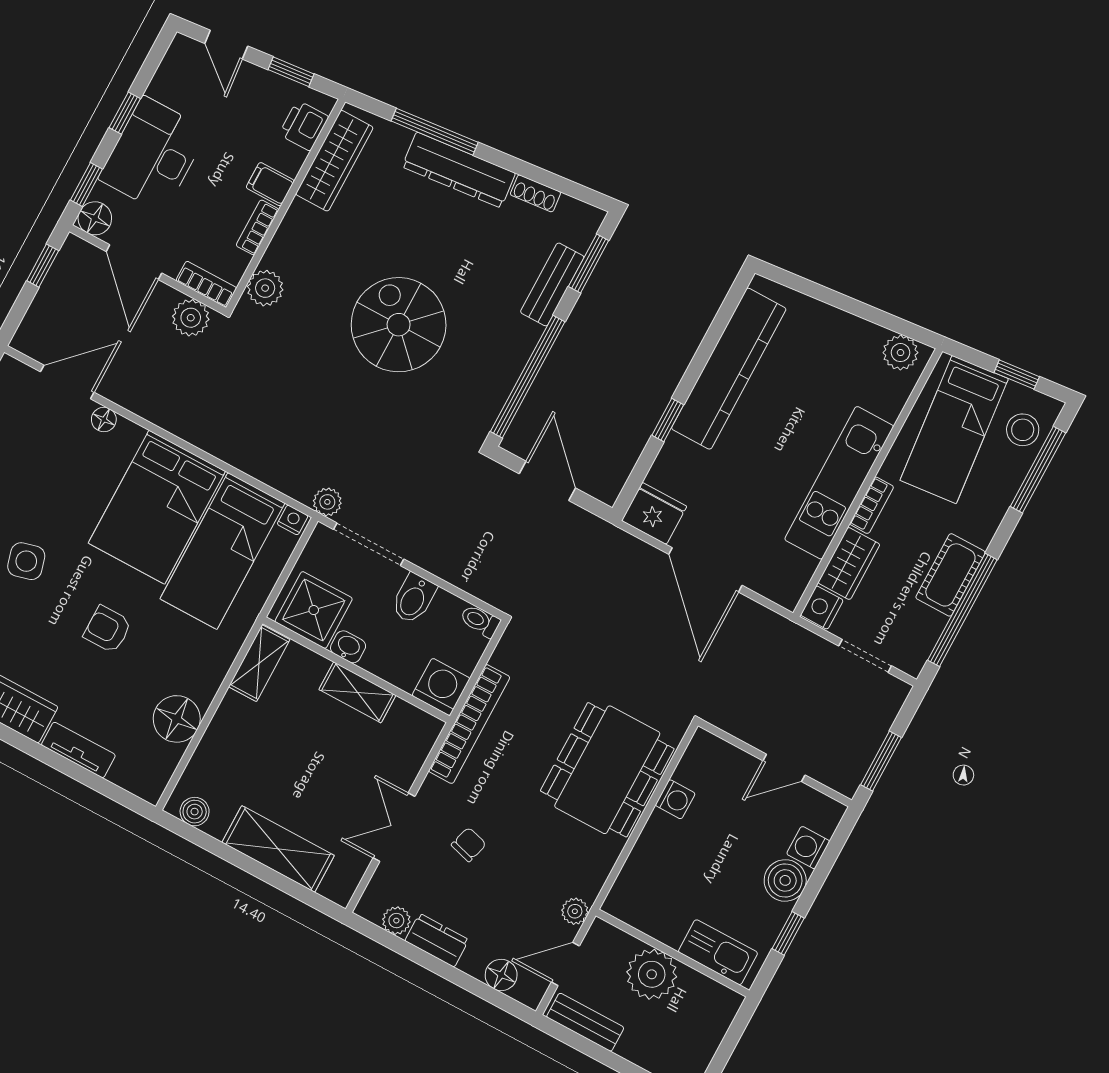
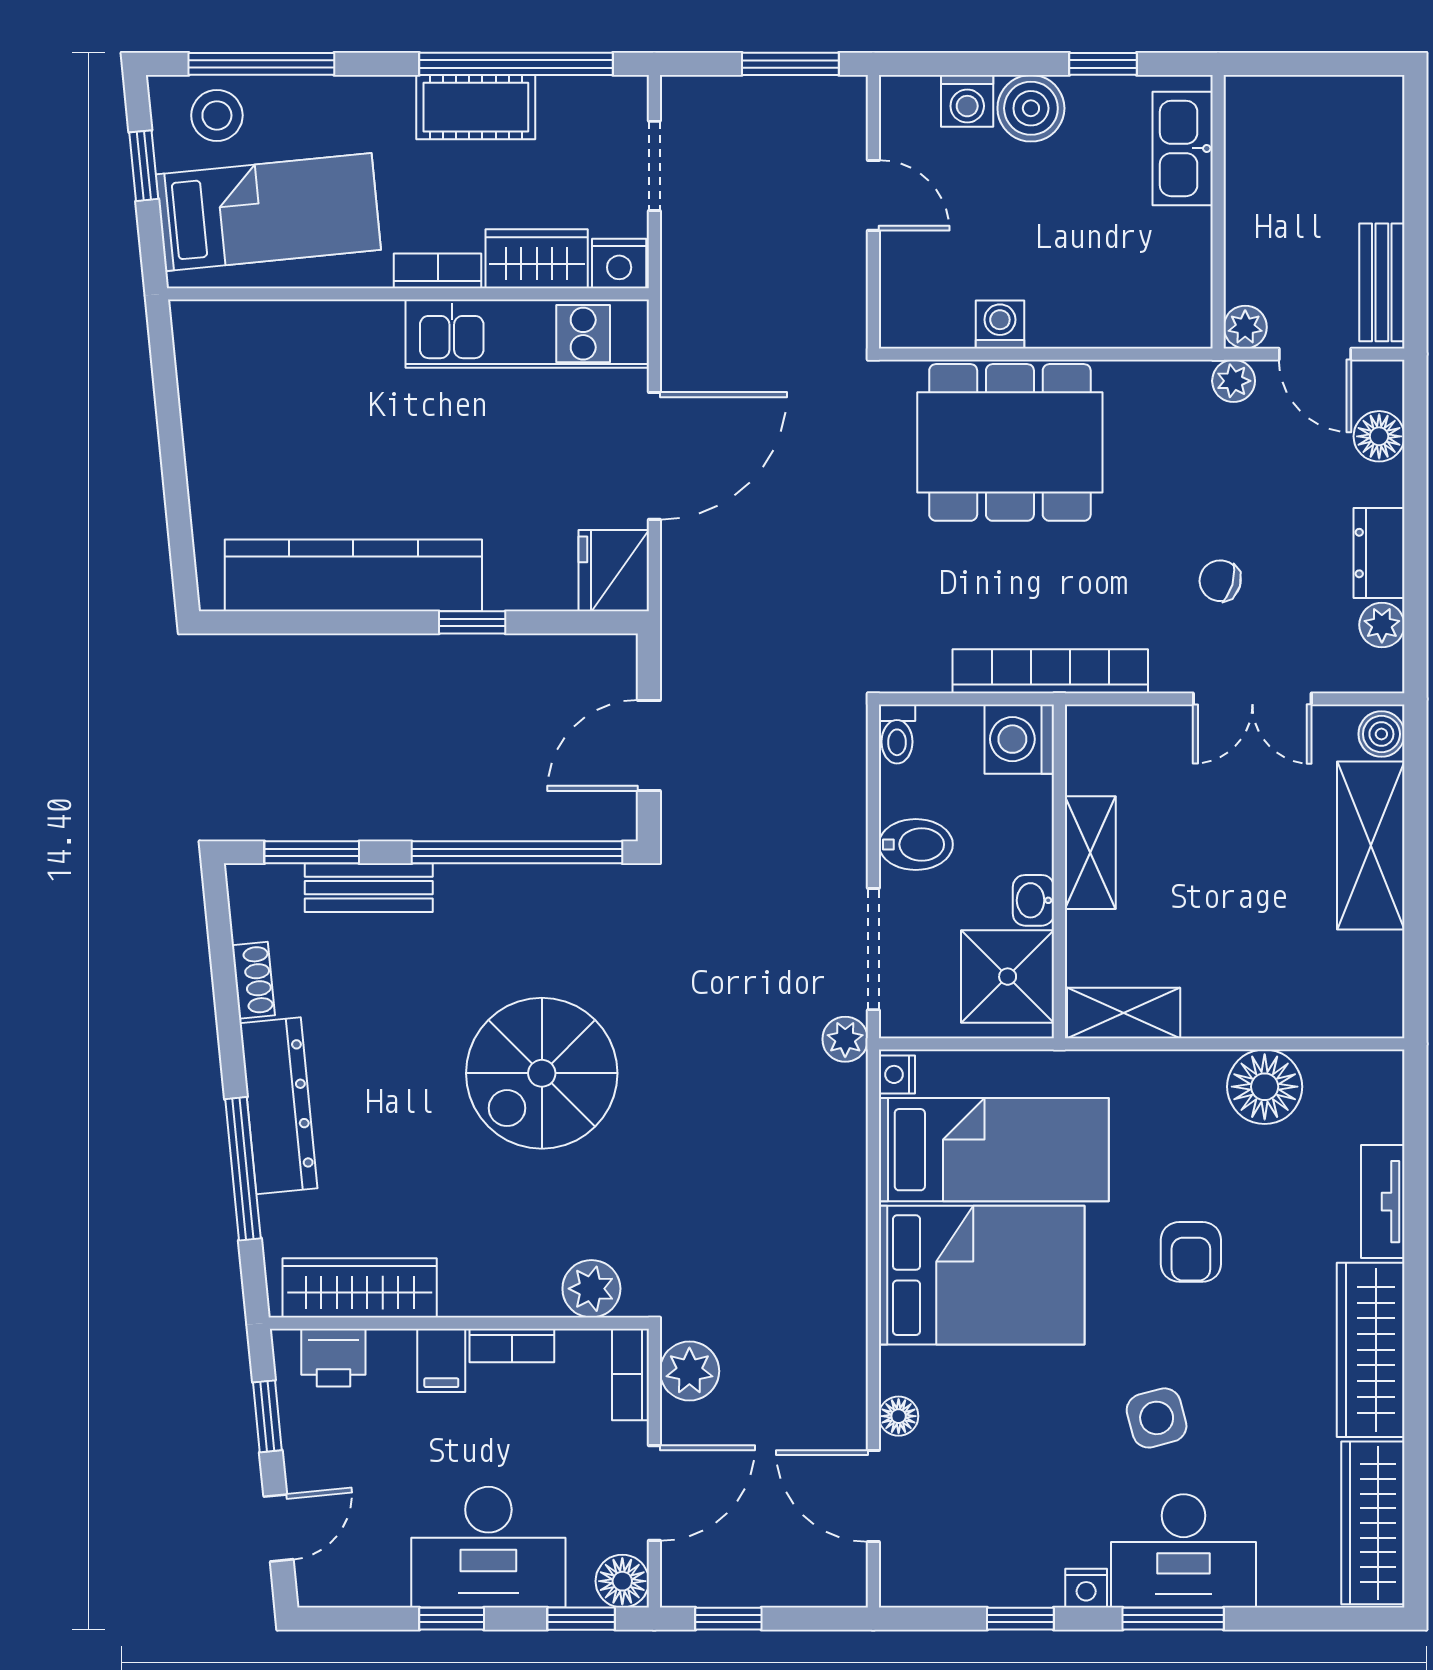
plant: (900, 353) -> (201, 346), removed
kitchen unit: (839, 483) -> (527, 334), moved
boiler: (195, 812) -> (1381, 734), moved
plant: (652, 974) -> (1245, 327), moved, width x0.53, depth x0.53

